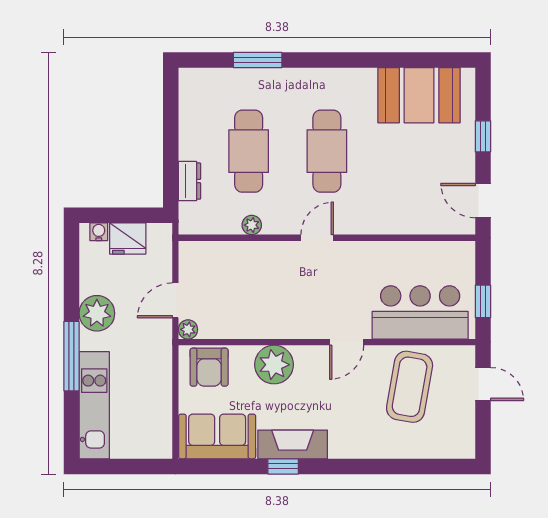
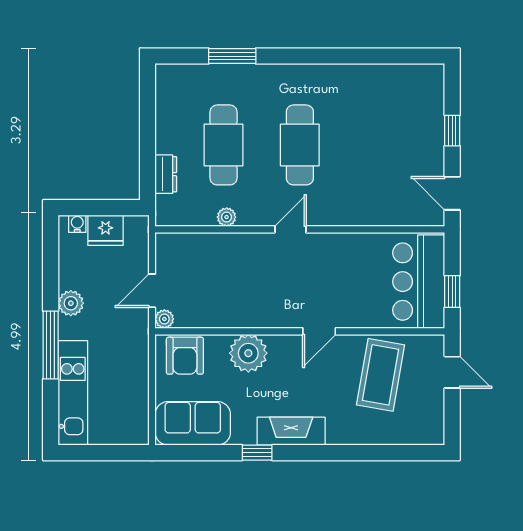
booth: (419, 95) -> (390, 90), removed
bar counter: (420, 312) -> (419, 282), moved, turned -90
plant: (97, 313) -> (71, 303), width x0.73, depth x0.73
fireplace: (293, 444) -> (291, 431), moved

